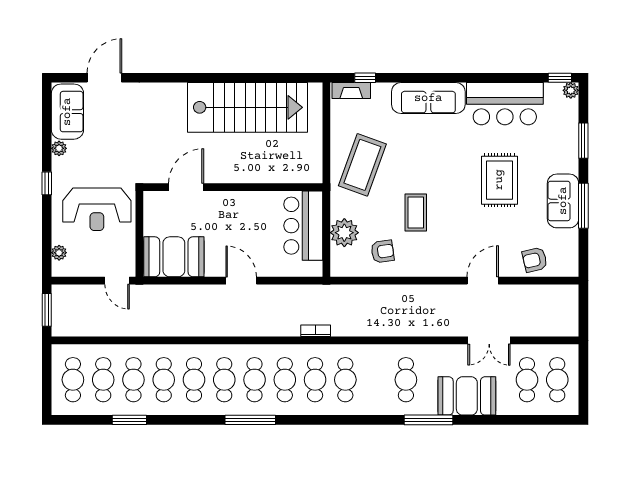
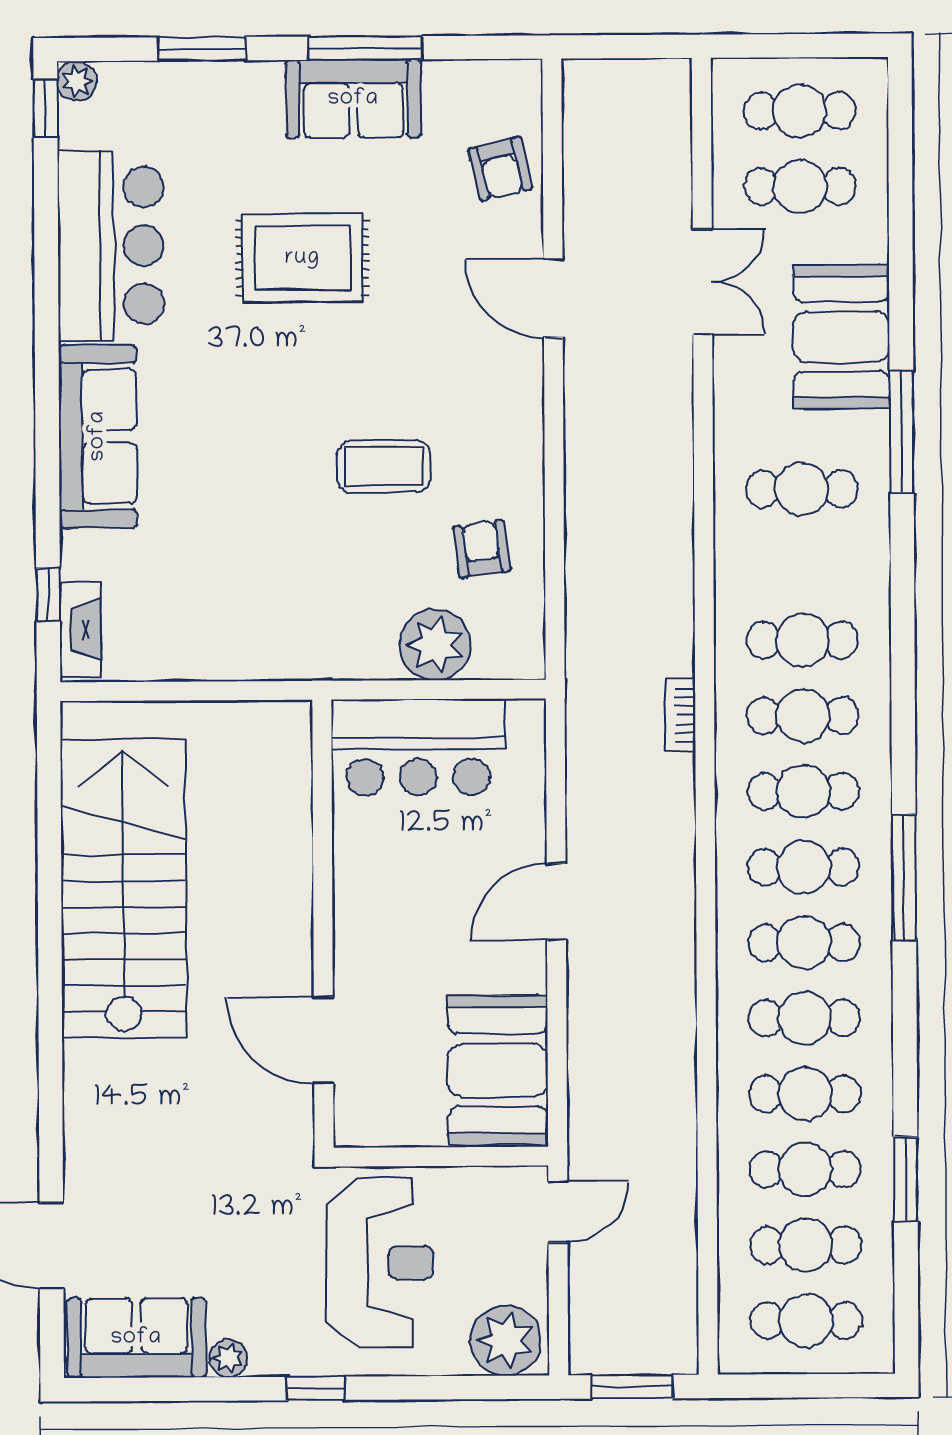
coffee table: (362, 165) -> (266, 600), removed
plant: (59, 253) -> (505, 1340), width x1.88, depth x1.88

